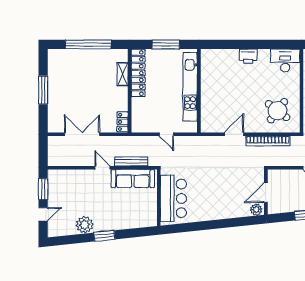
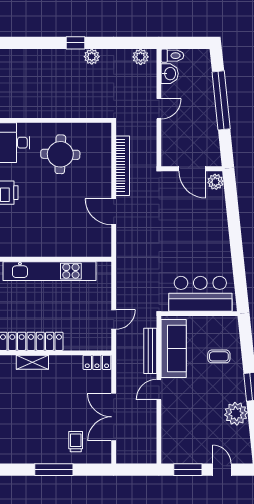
trolley: (64, 106) -> (76, 442), added
round table: (277, 111) -> (60, 154), moved, turned -35
door: (166, 134) -> (114, 319), moved
coffee table: (127, 212) -> (219, 356), added

